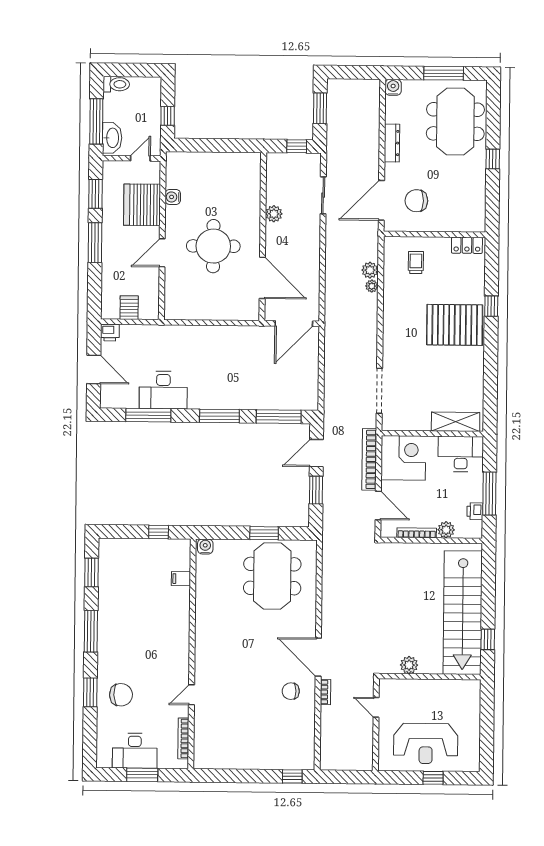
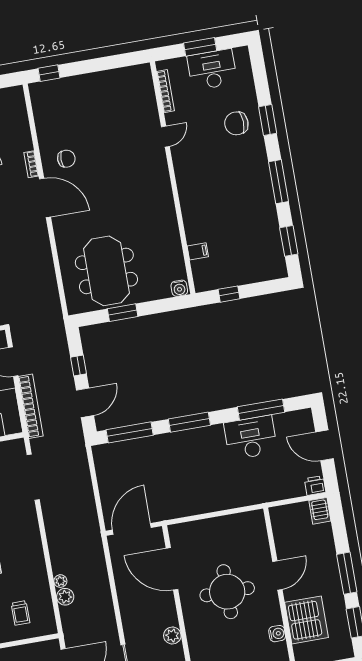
server rack: (129, 308) -> (320, 511), moved
window: (316, 490) -> (78, 366), width x0.67

